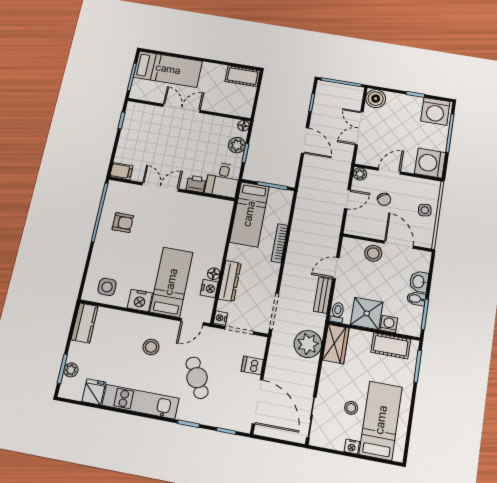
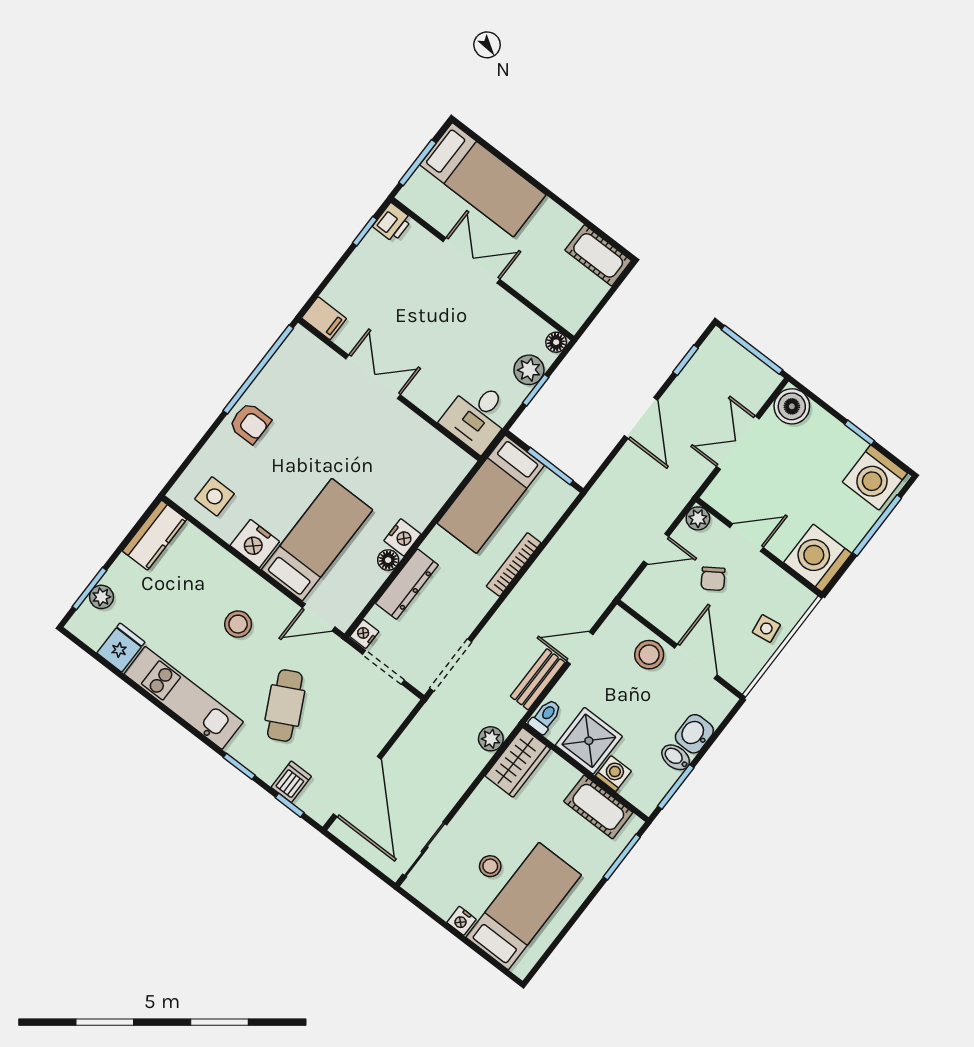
printer: (196, 184) -> (392, 223), moved, turned 90
armchair: (123, 223) -> (250, 423), moved
nightstand: (209, 289) -> (402, 537), moved
plant: (308, 344) -> (491, 739), width x0.53, depth x0.53
dishwasher: (252, 365) -> (291, 782), moved, turned 90

